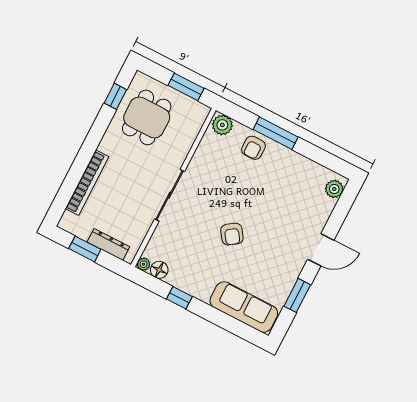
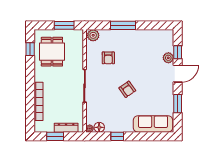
armchair: (253, 148) -> (108, 58), moved
plant: (334, 189) -> (168, 58), moved
window: (338, 217) -> (178, 52), added

